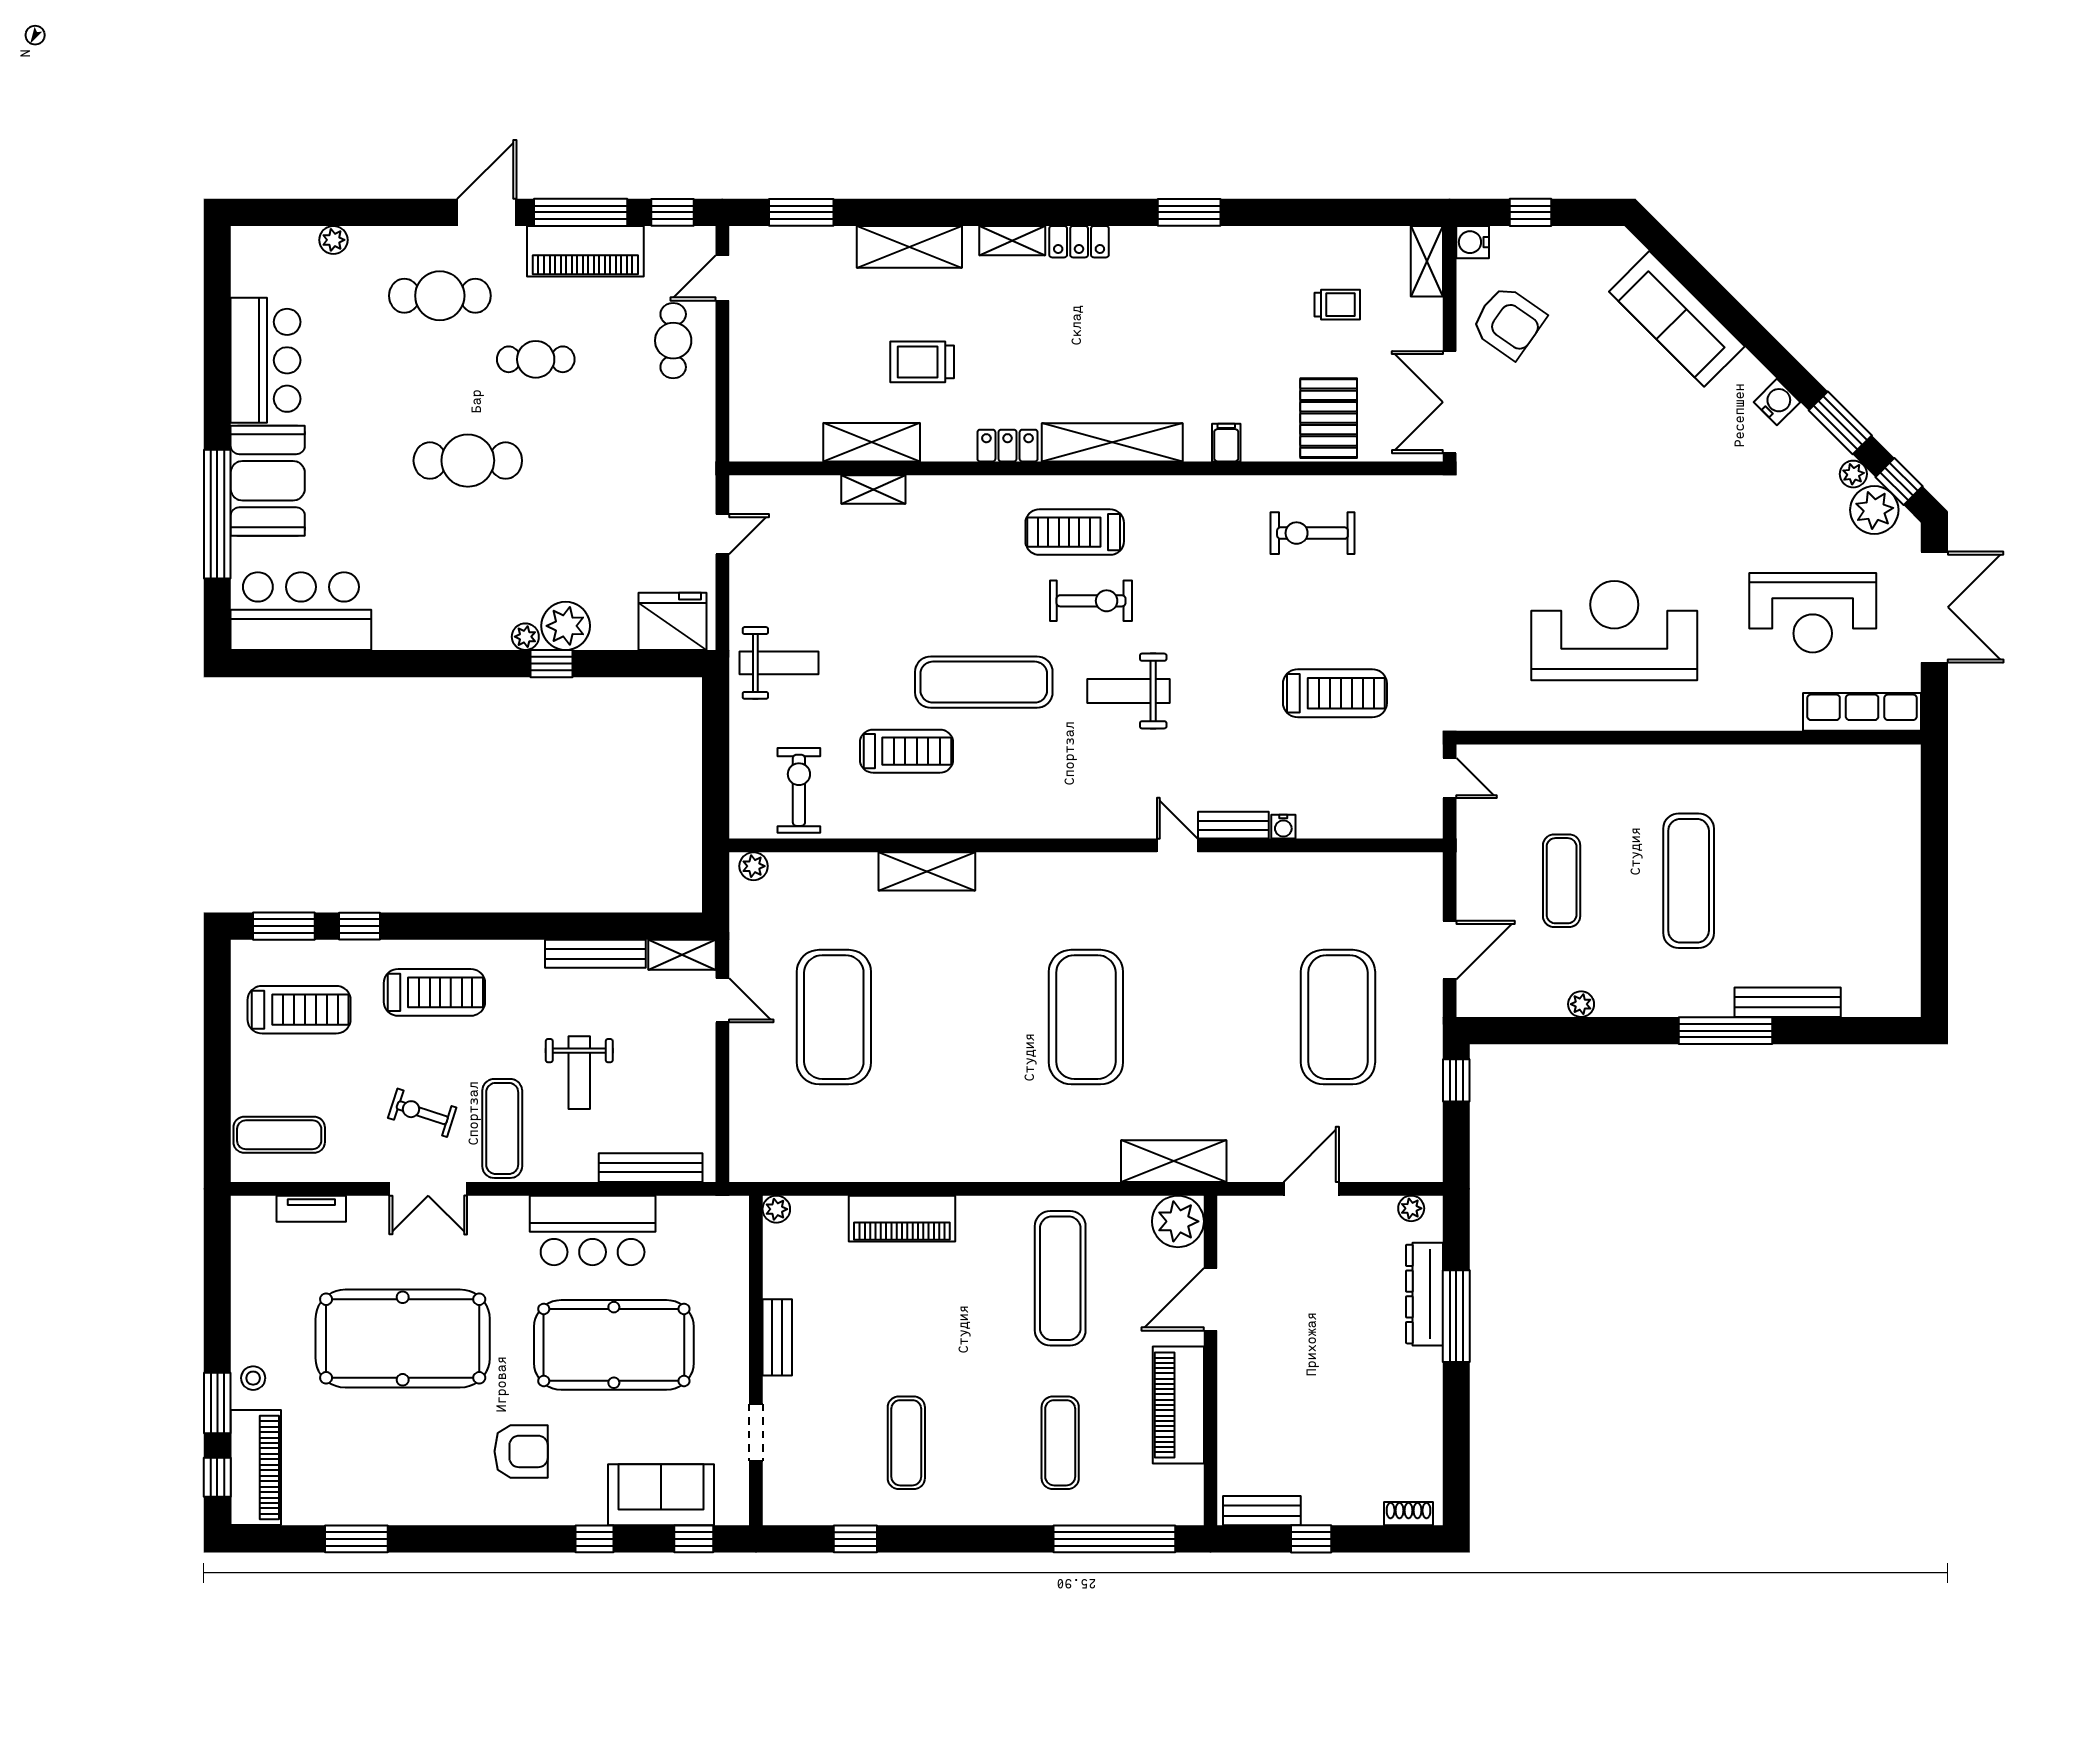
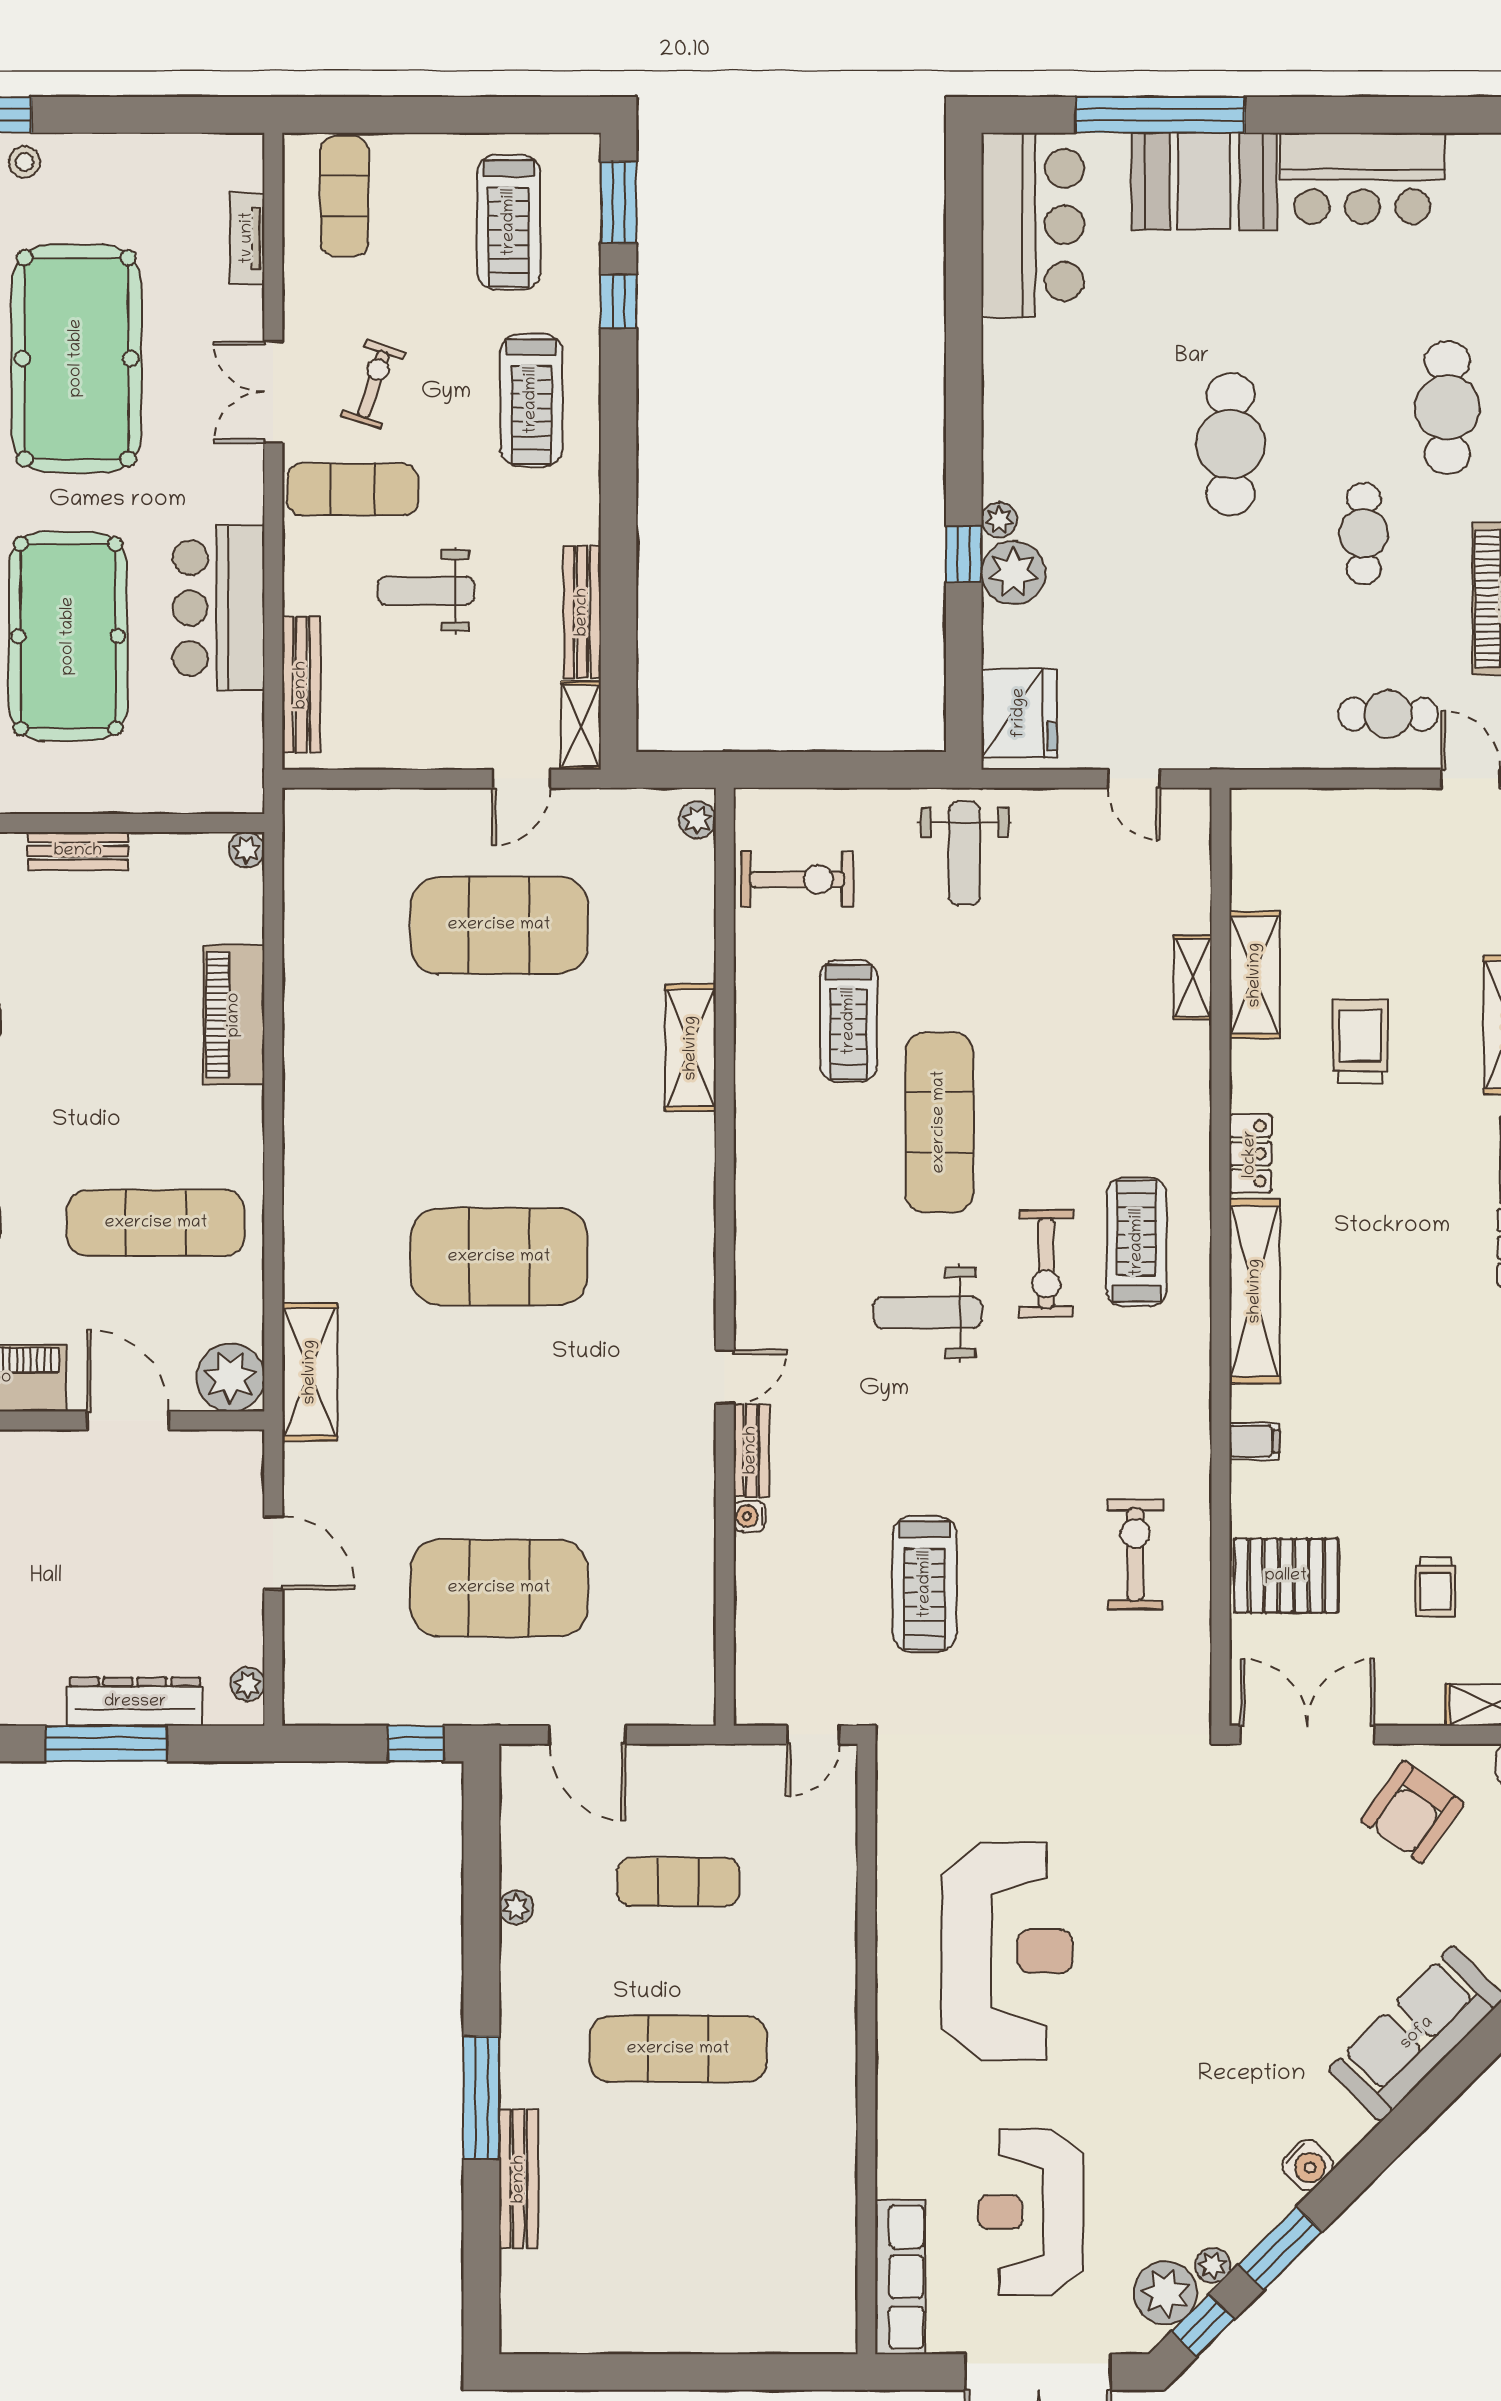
weight bench: (1129, 691) -> (928, 1313), turned -90

